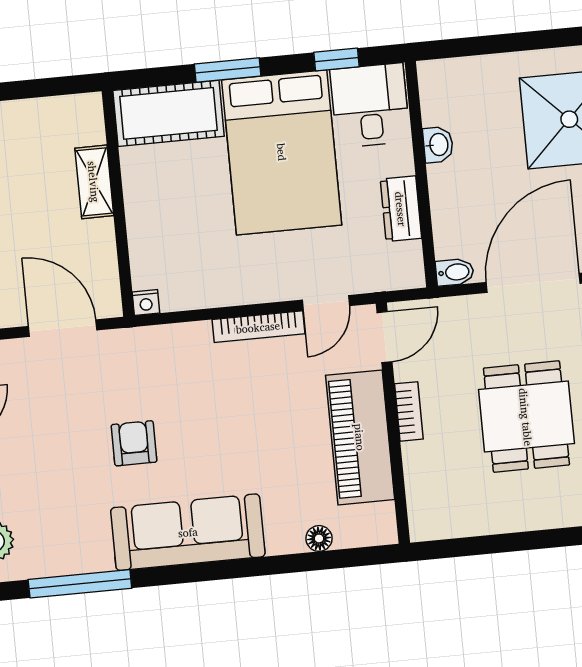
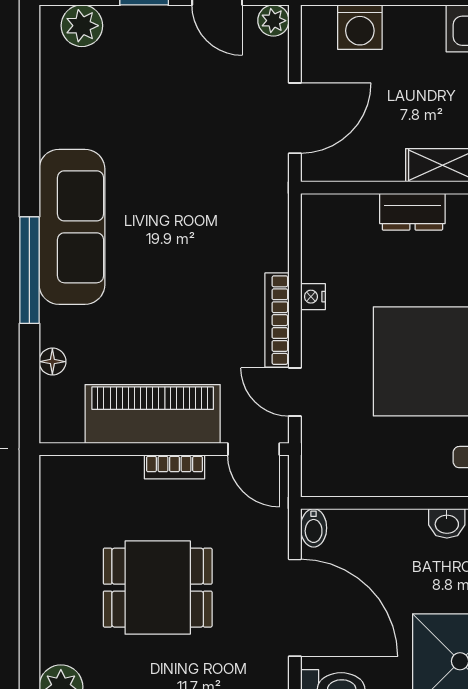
dresser: (401, 209) -> (412, 212), moved, turned 180
nightstand: (146, 303) -> (313, 297), moved
armchair: (134, 443) -> (169, 180), removed
window: (80, 584) -> (29, 270), moved

